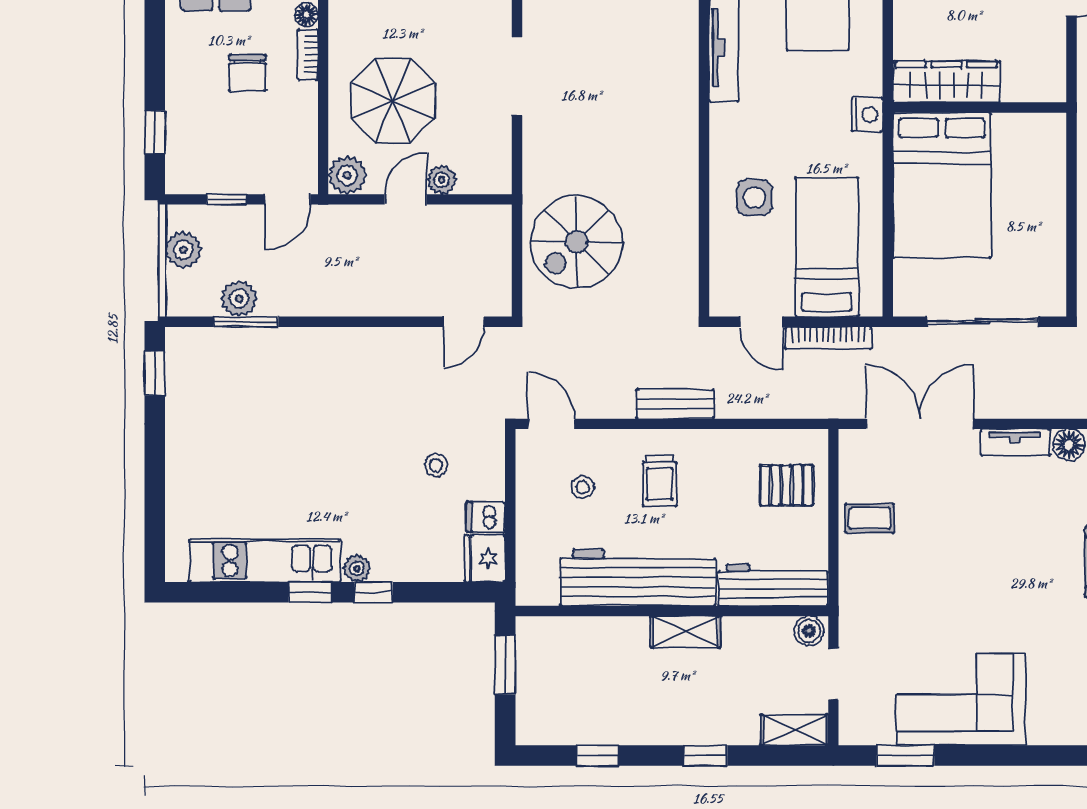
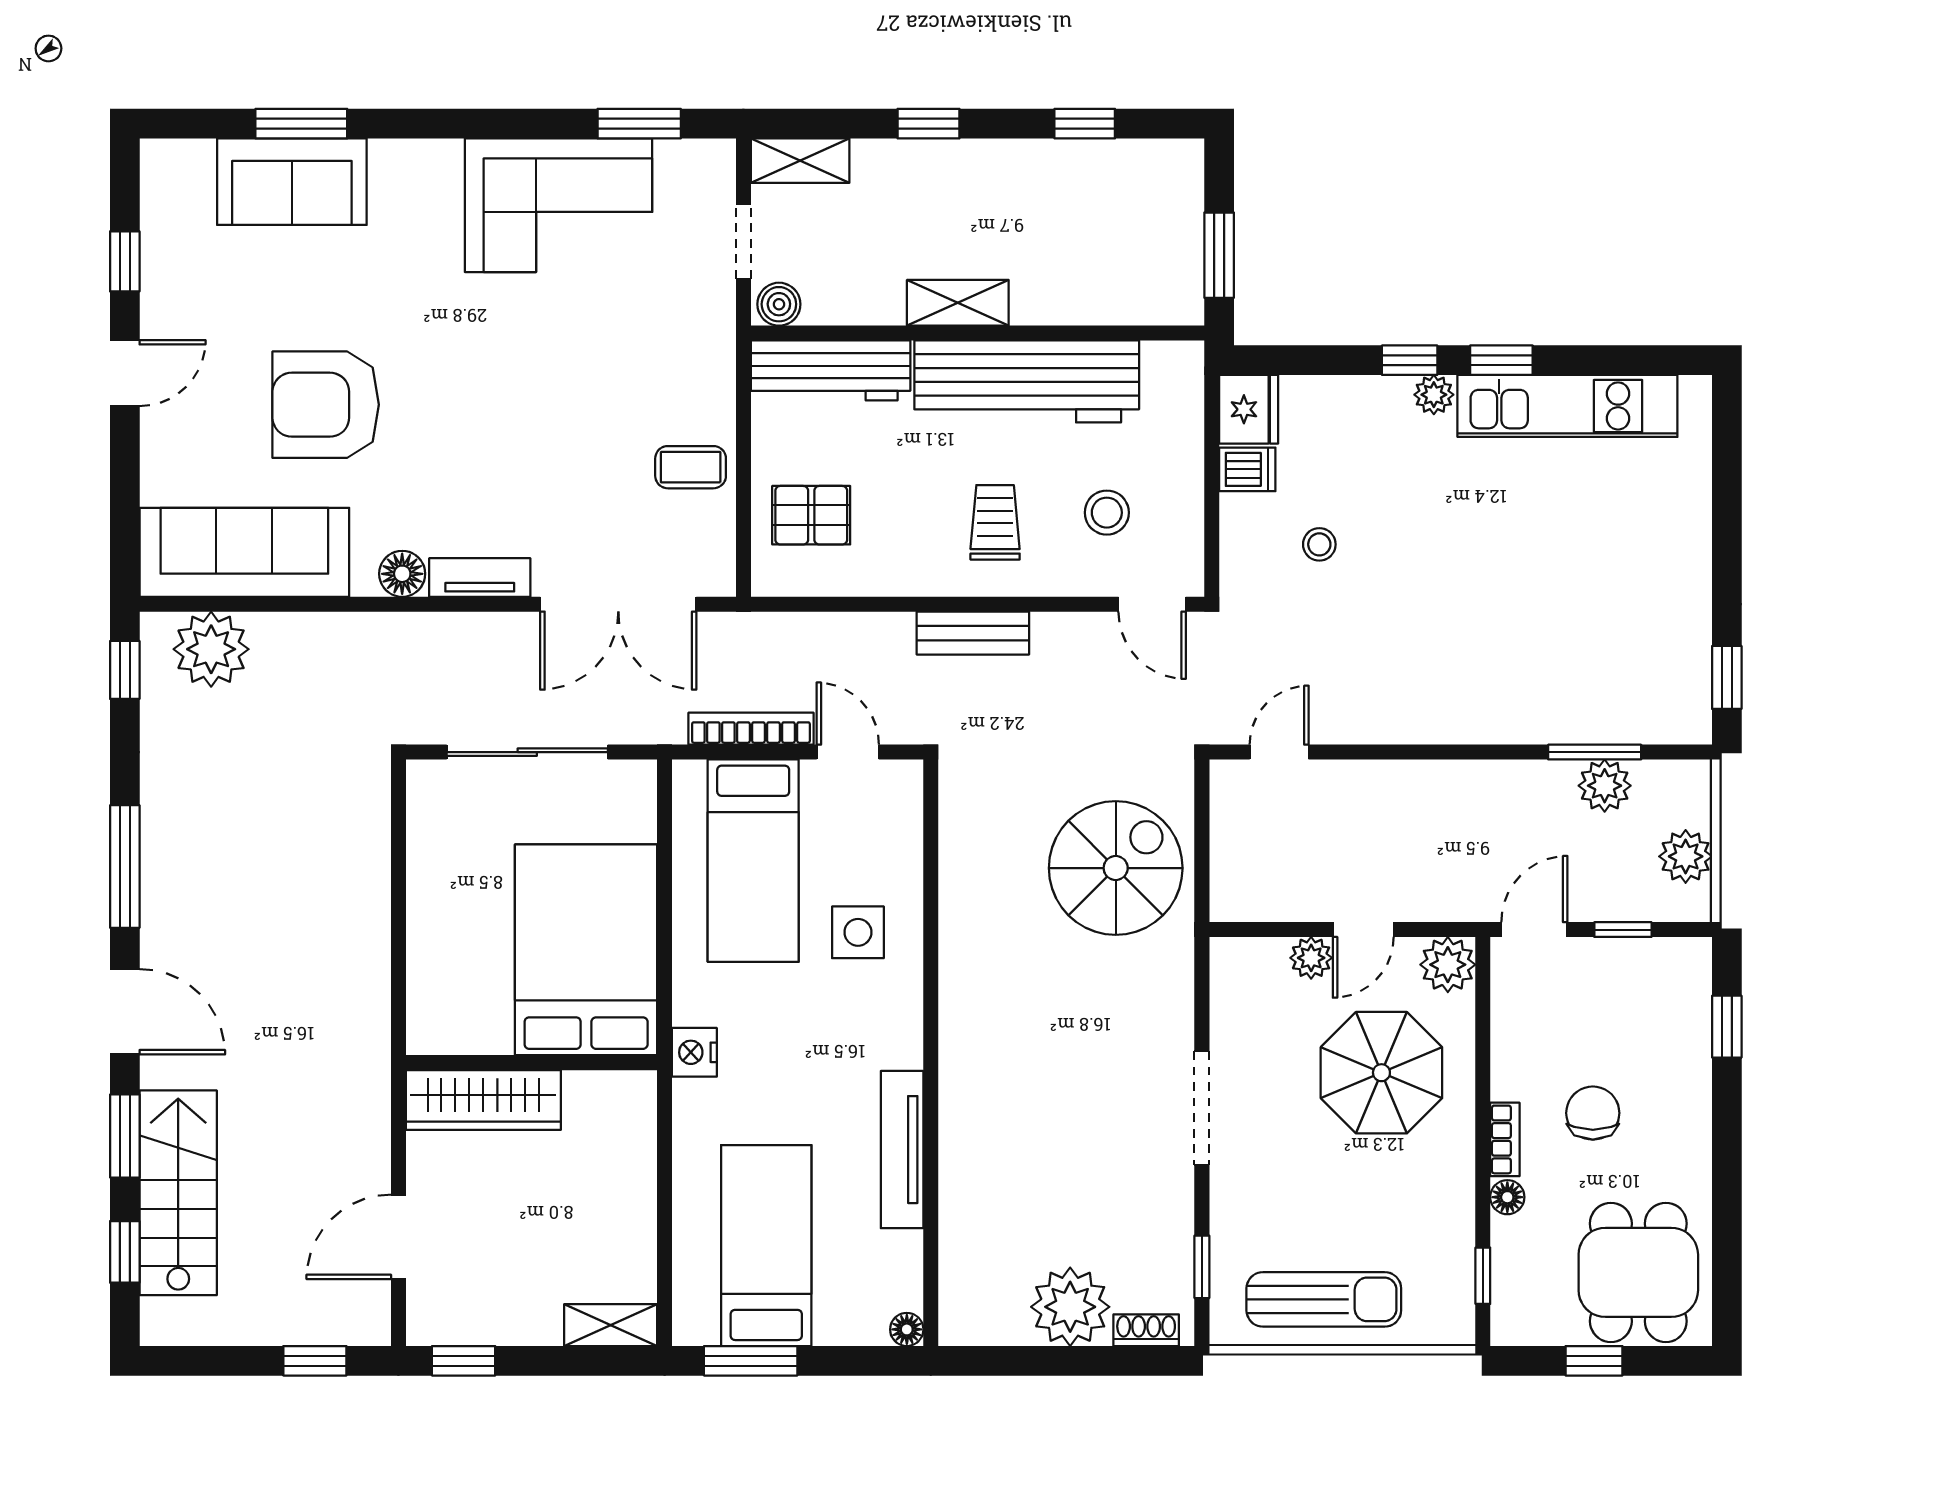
wardrobe: (946, 82) -> (483, 1100), moved
stool: (583, 487) -> (1107, 513), width x1.37, depth x1.37

